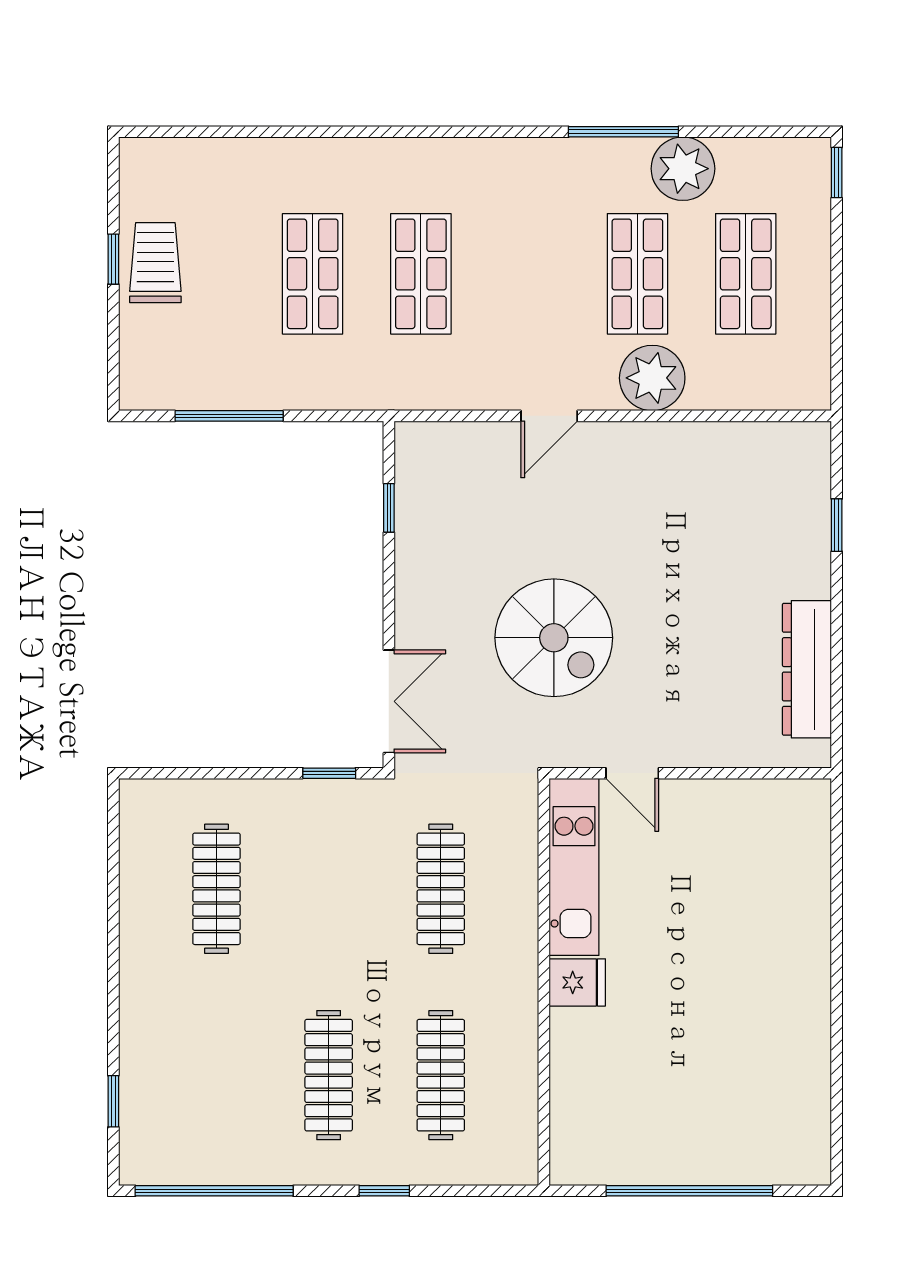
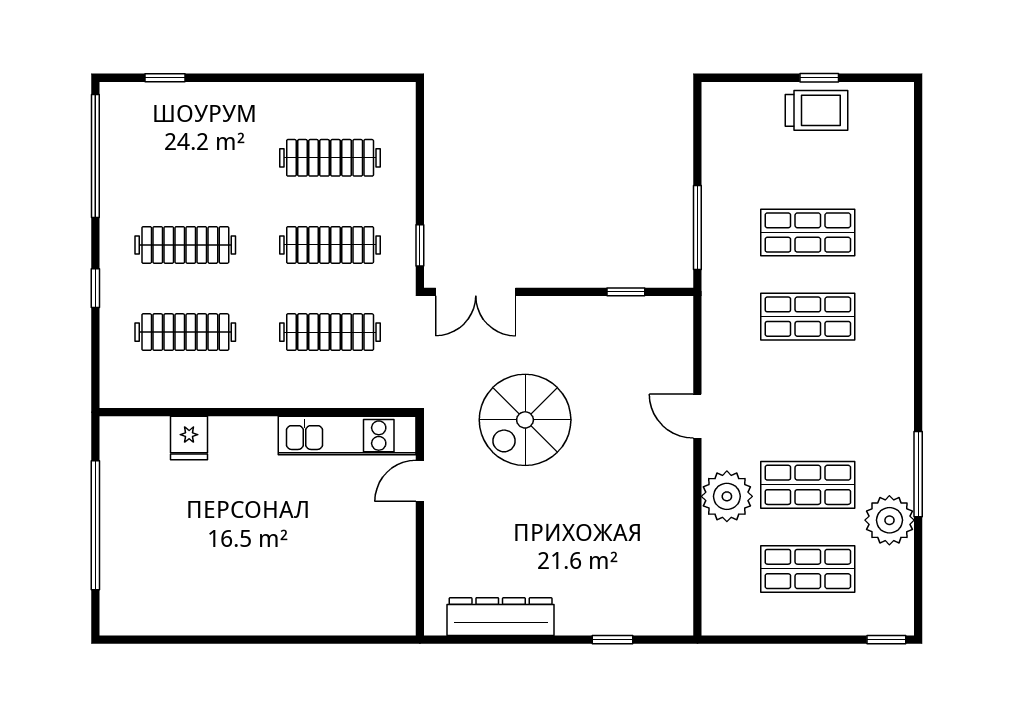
window: (229, 416) -> (697, 228), moved
clothes rail: (329, 889) -> (330, 245), added
fridge: (577, 982) -> (189, 438), moved

